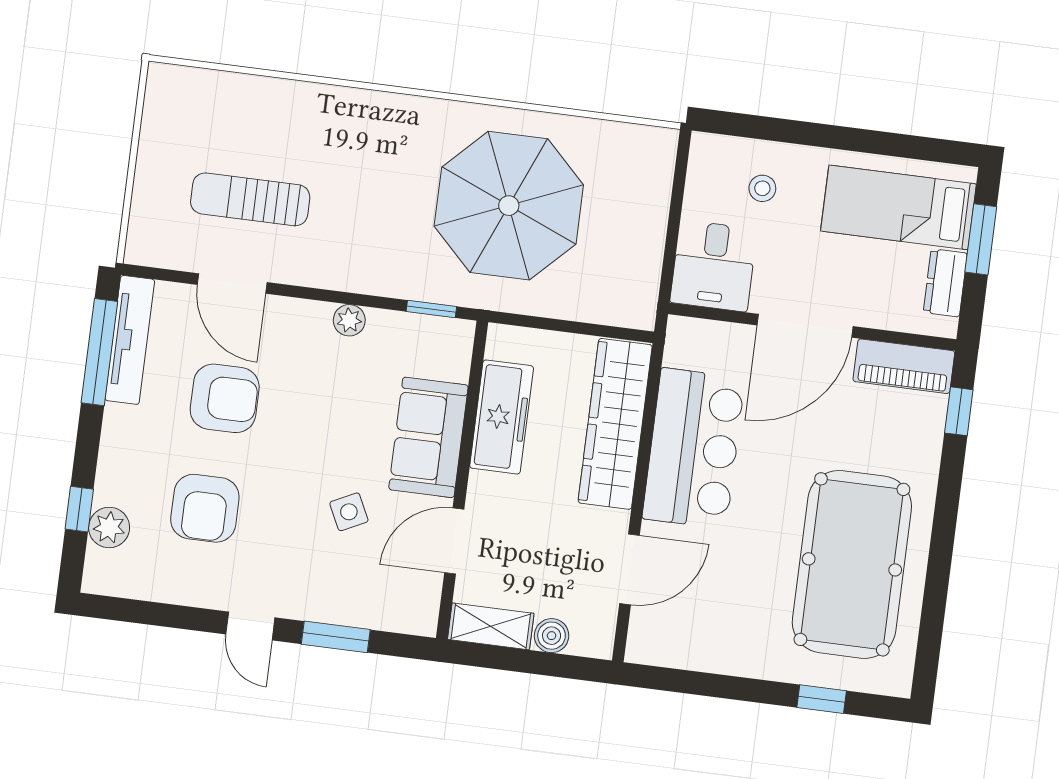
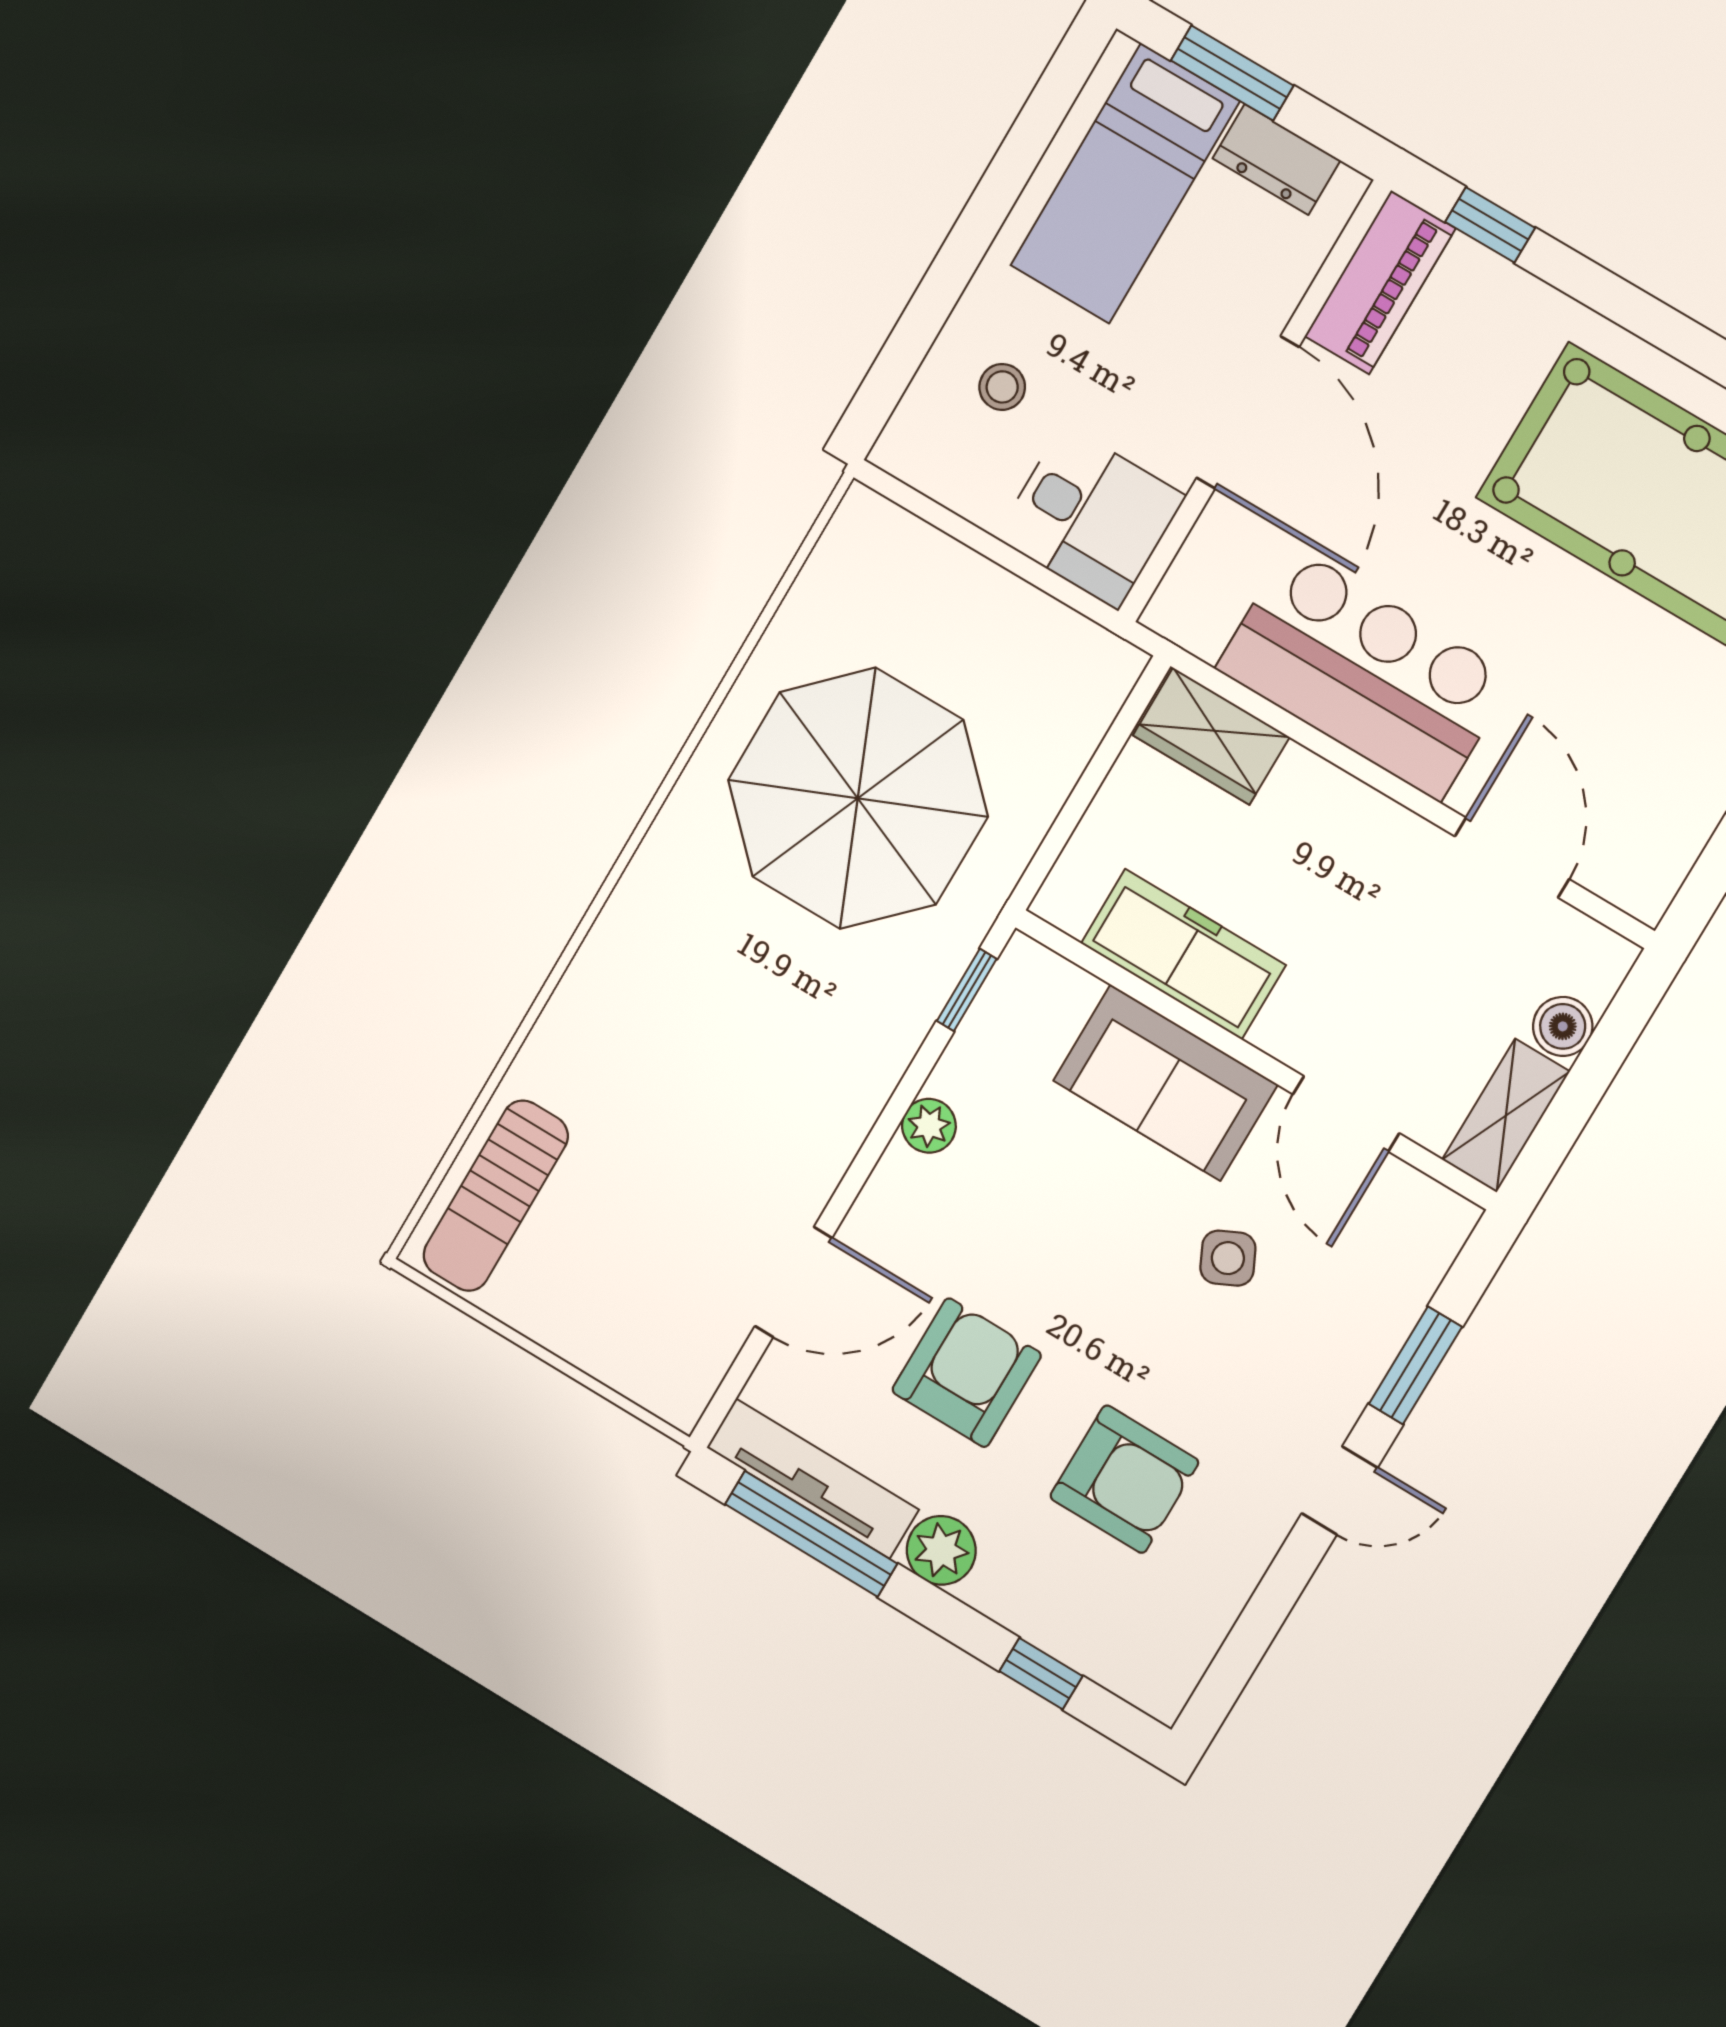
sun lounger: (250, 199) -> (496, 1196), moved
wardrobe: (615, 424) -> (1211, 736), width x0.48, depth x0.85
plant: (109, 528) -> (941, 1550), moved

